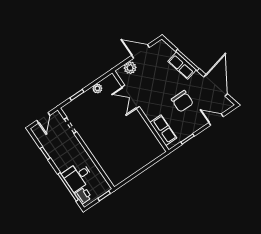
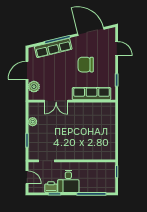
row of seats: (182, 66) -> (53, 48), width x1.48
chair: (182, 101) -> (86, 65), turned 180
door: (216, 120) -> (117, 49), swing flipped
row of seats: (163, 130) -> (92, 94), width x1.48
desk: (78, 176) -> (68, 181), moved
printer: (83, 196) -> (51, 187), moved

